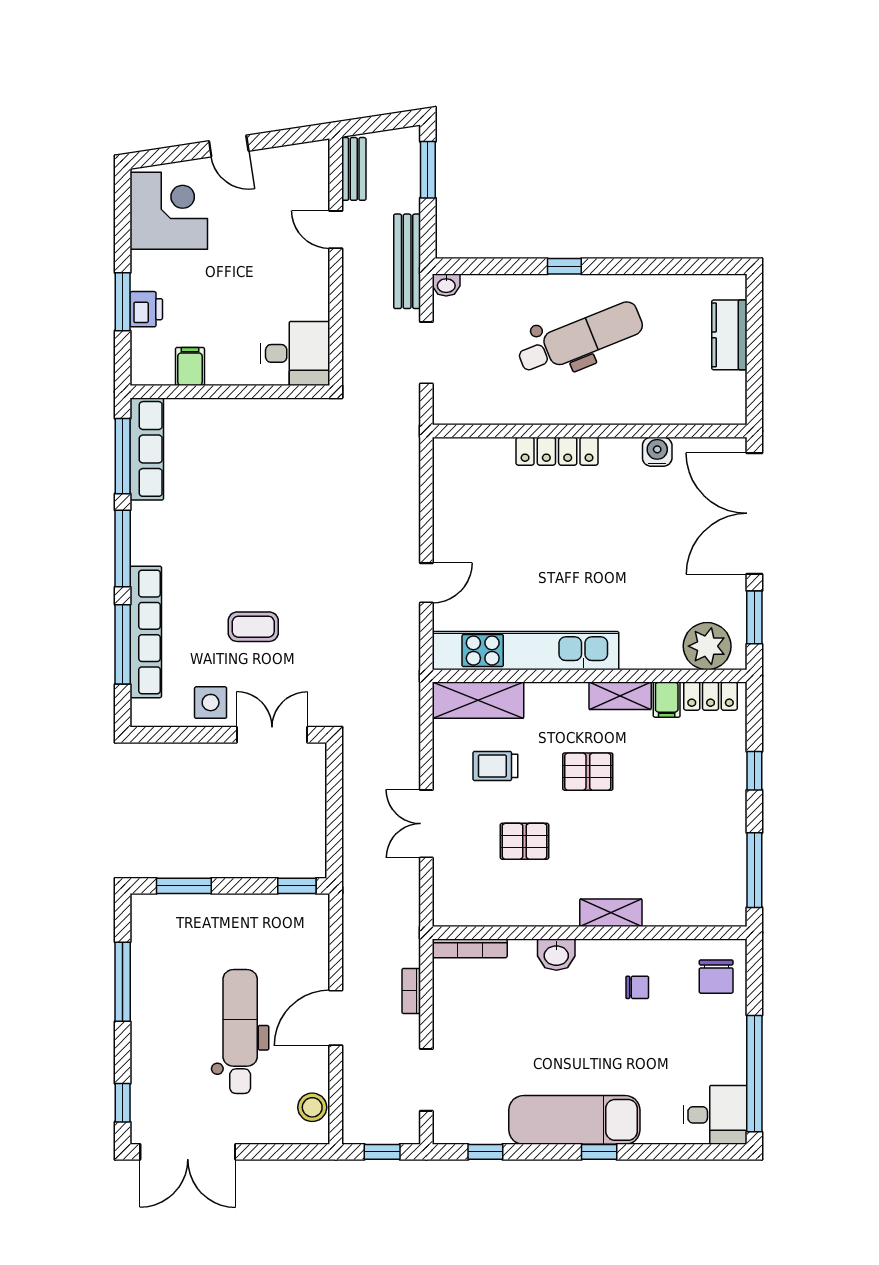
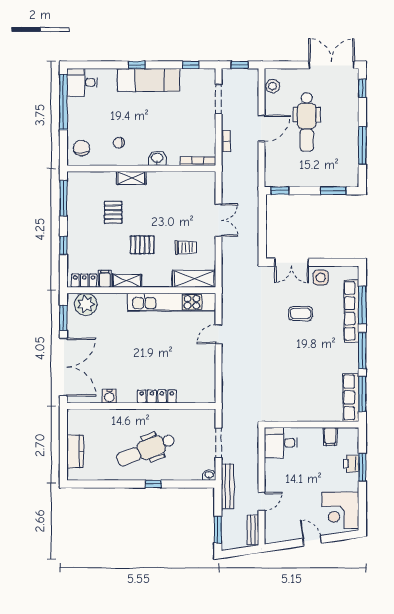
door: (336, 230) -> (261, 501), hinge flipped
pallet: (524, 841) -> (113, 212), moved, turned 90

